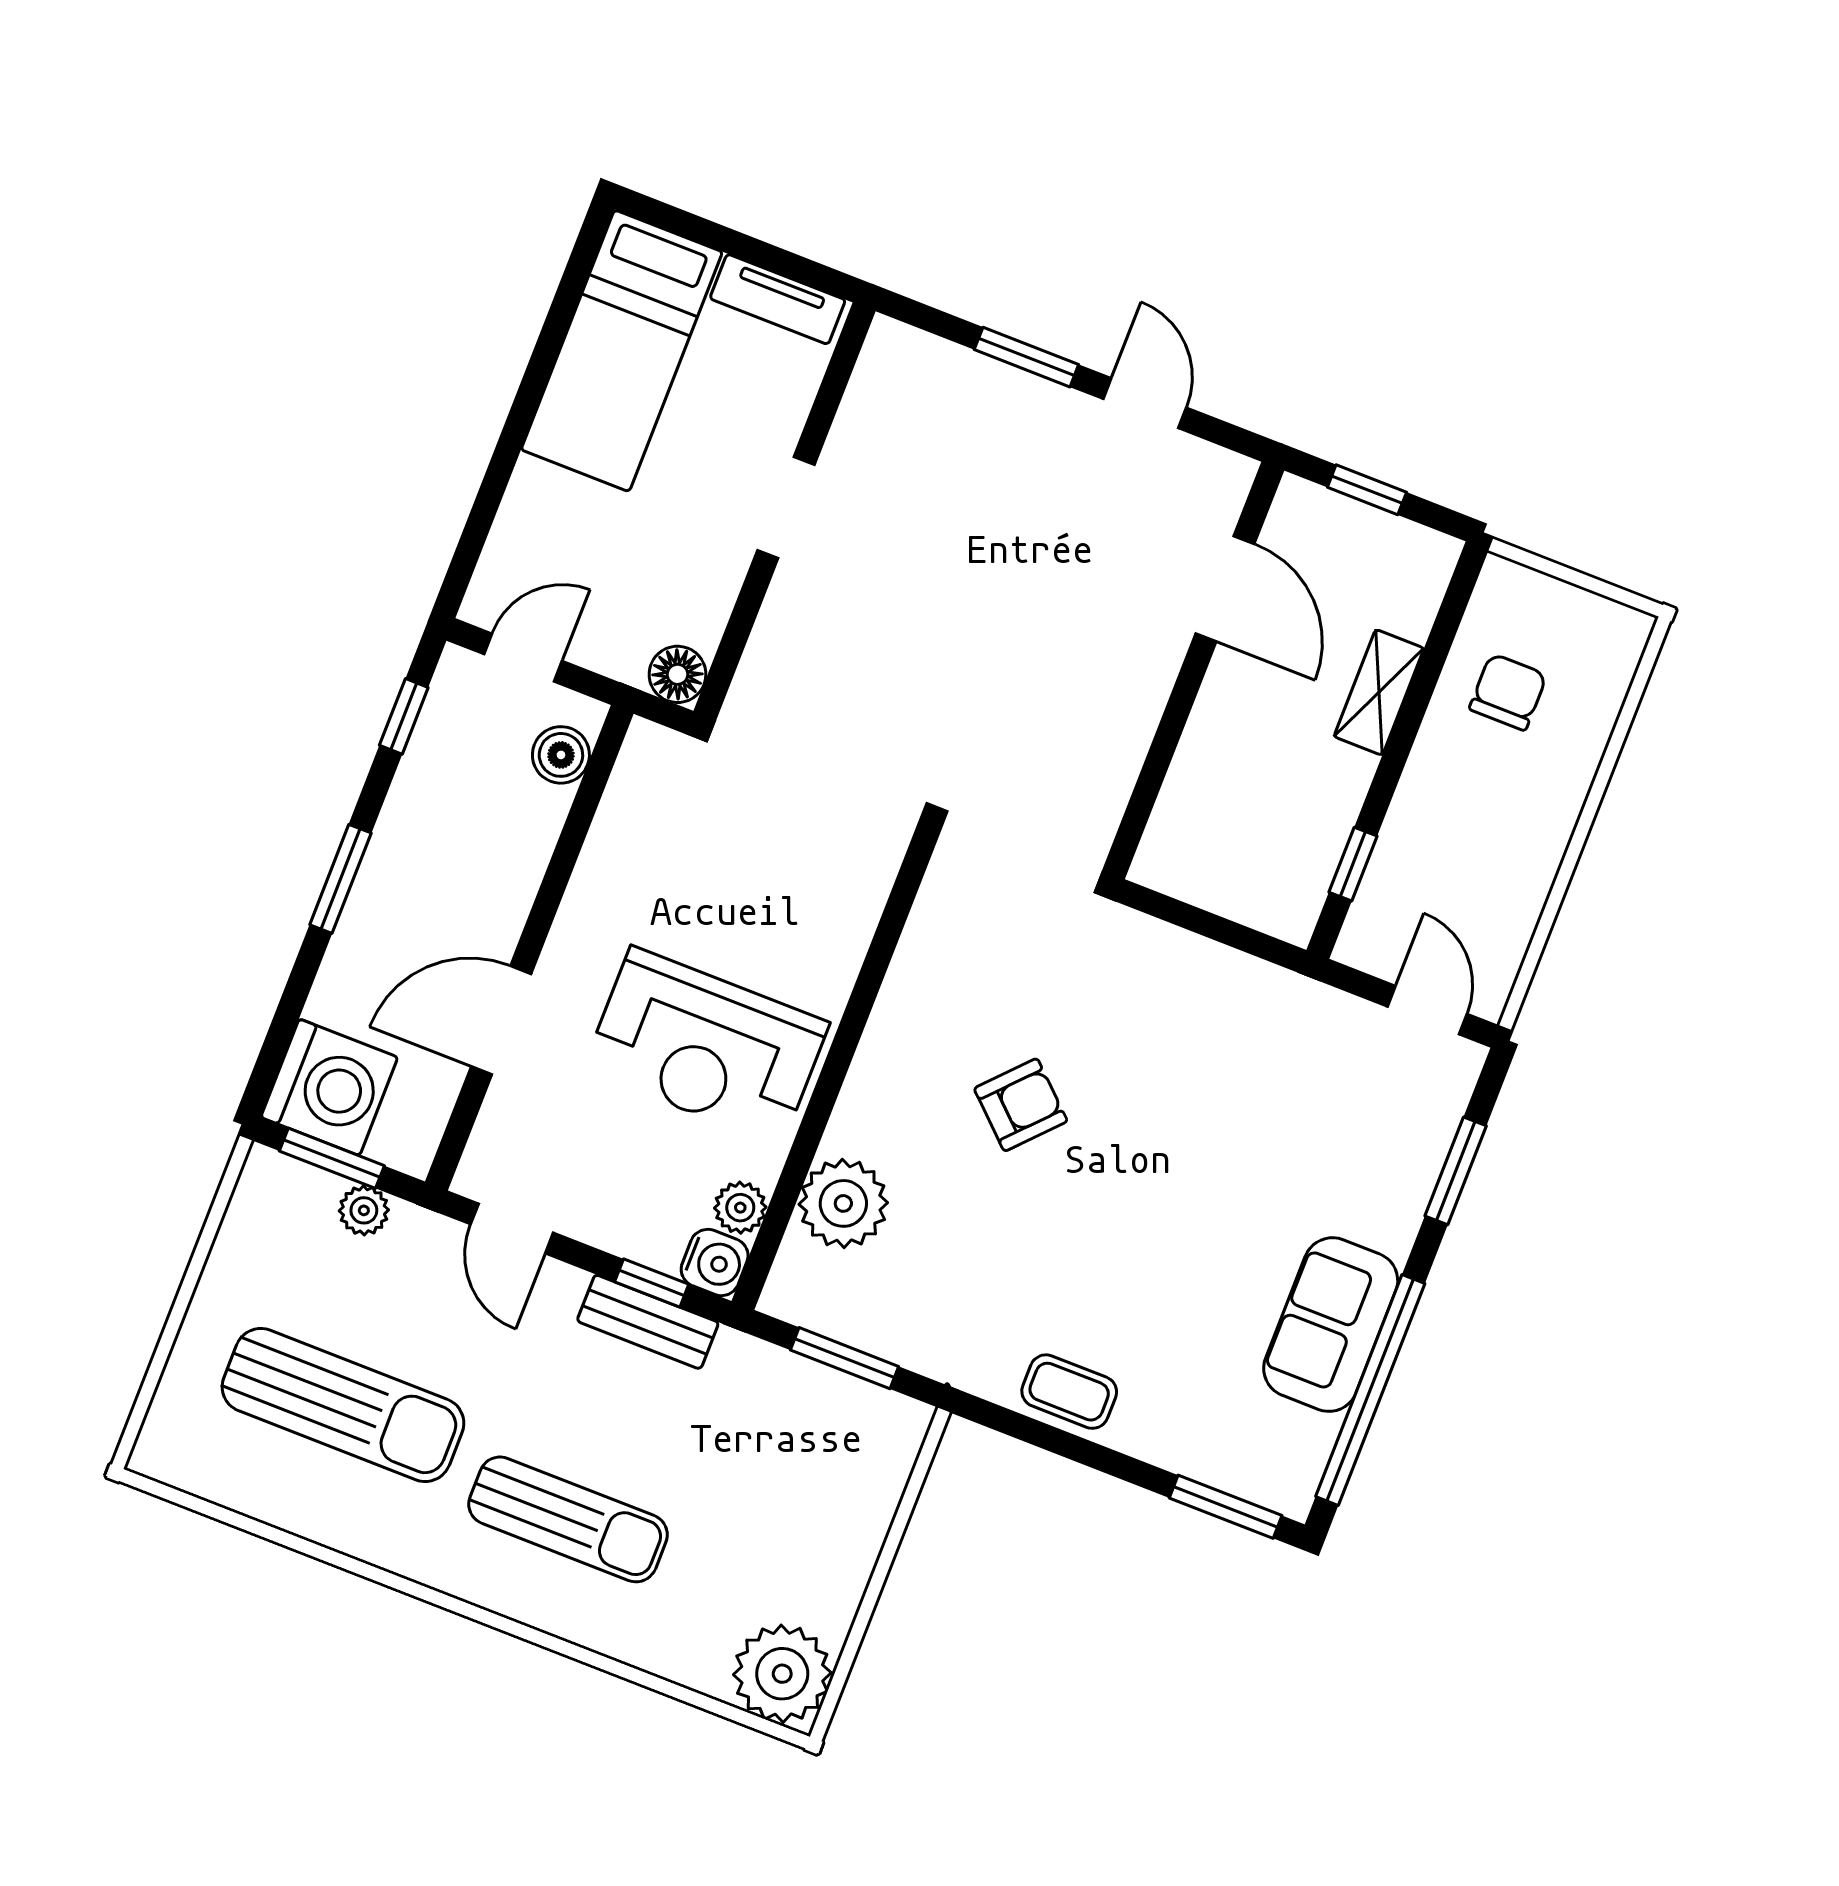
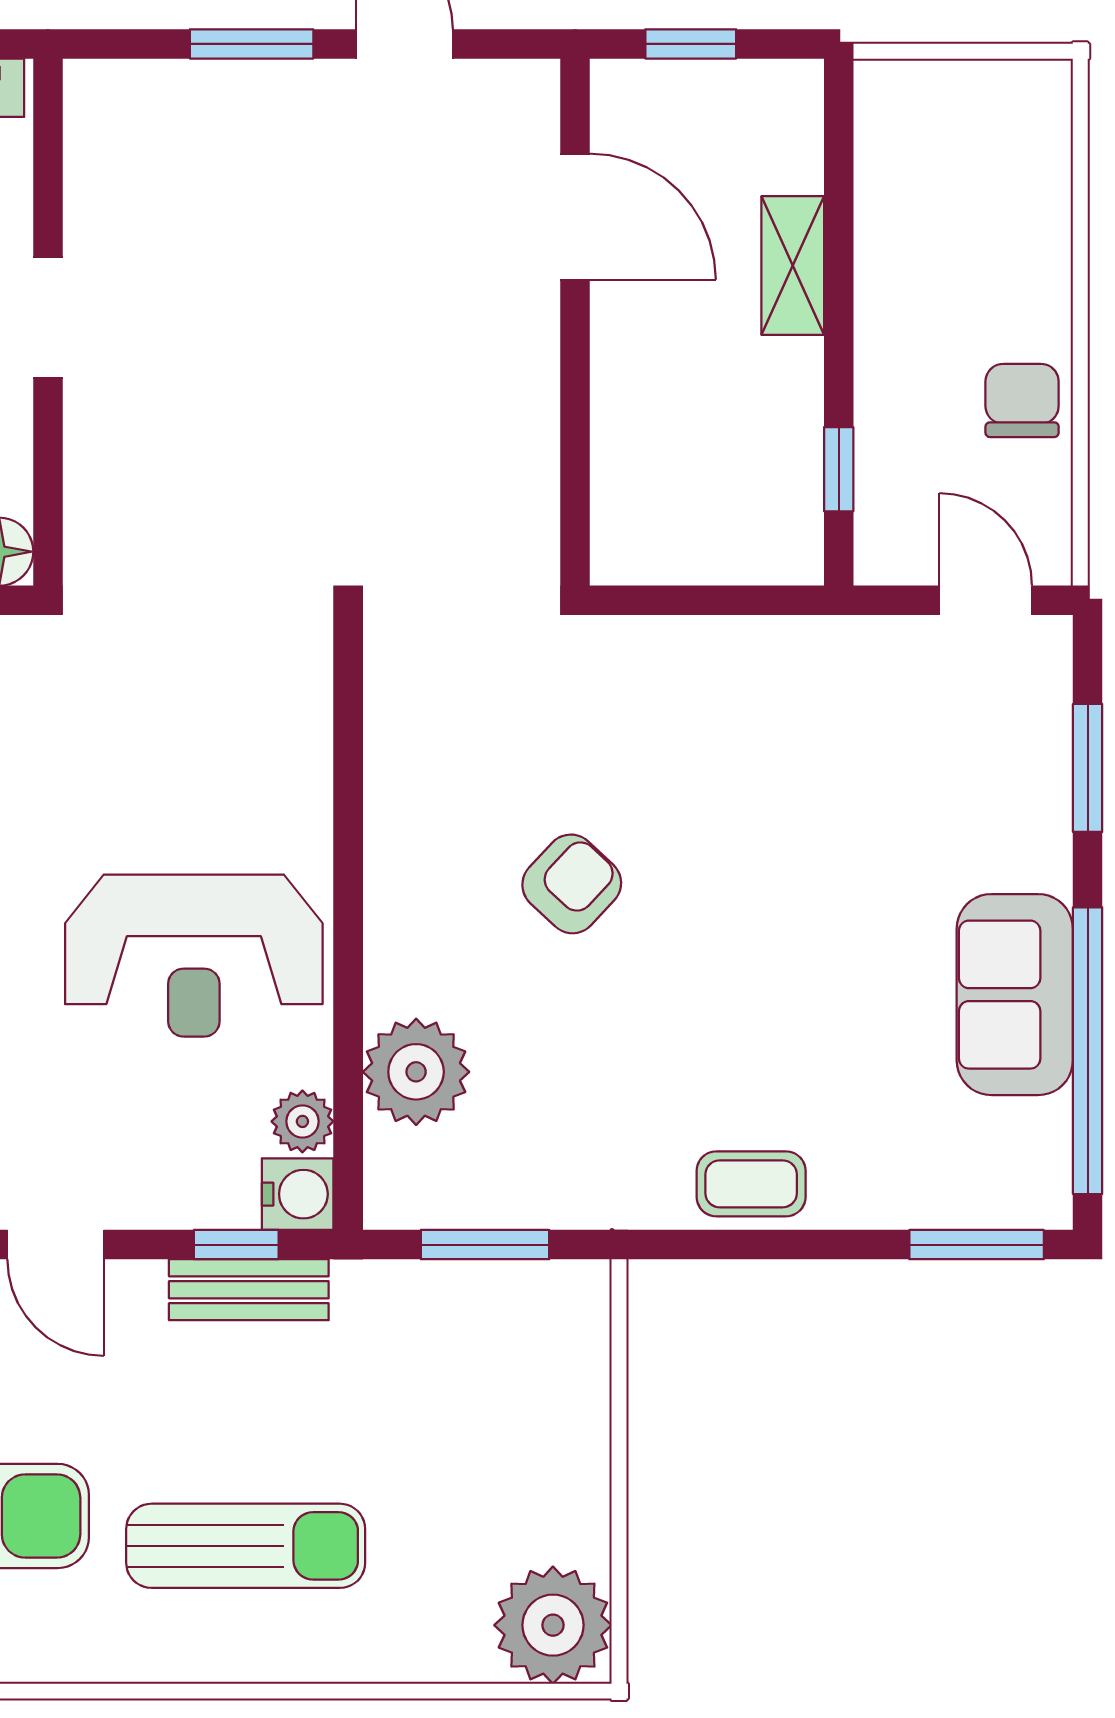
chair: (1508, 692) -> (1022, 400), moved

